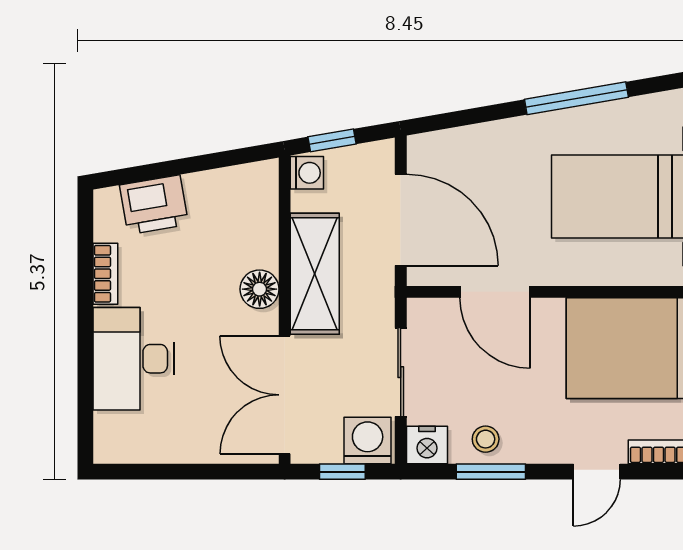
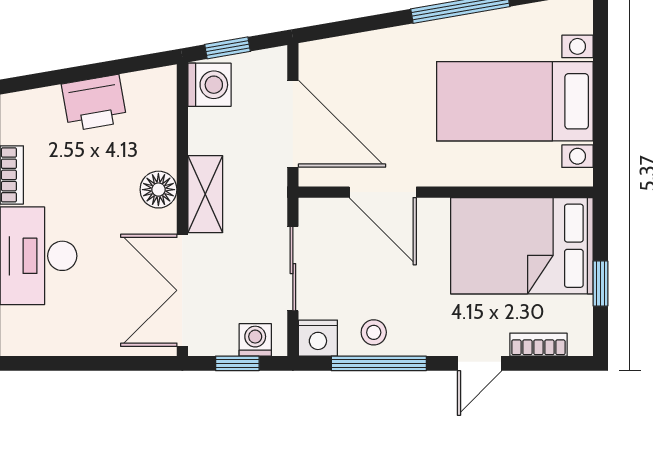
washing machine: (307, 173) -> (210, 85), width x1.38, depth x1.38
printer: (154, 205) -> (94, 103), moved
shelving: (315, 274) -> (205, 194), width x0.67, depth x0.75
washing machine: (368, 441) -> (255, 340), width x0.73, depth x0.73
window: (491, 472) -> (379, 363), width x1.44

